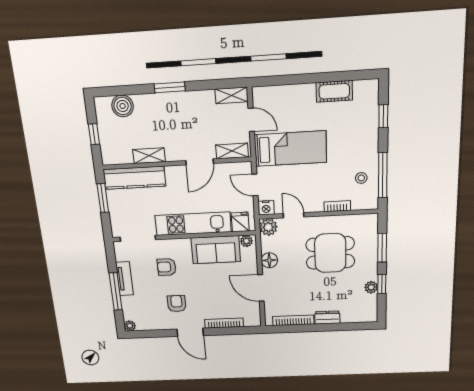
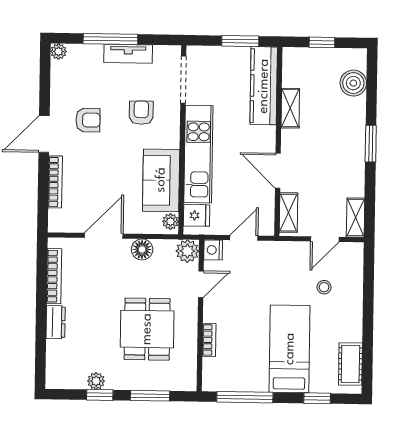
cot: (334, 91) -> (350, 364), moved
bed: (290, 149) -> (290, 349), moved, turned 180
stool: (361, 178) -> (324, 287), moved

